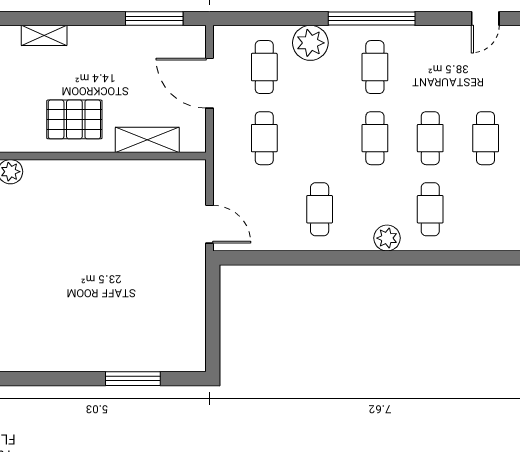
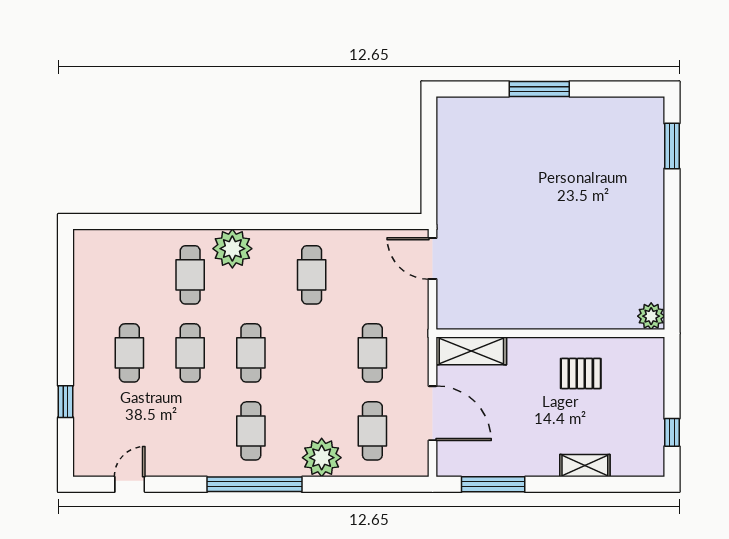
shelving: (44, 35) -> (585, 466), moved
pallet: (74, 119) -> (581, 373), width x0.67, depth x0.71
shelving: (147, 140) -> (471, 351), moved
plant: (387, 238) -> (232, 249), width x1.36, depth x1.36
window: (133, 379) -> (539, 89), moved

